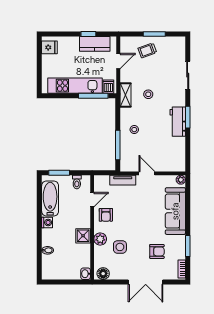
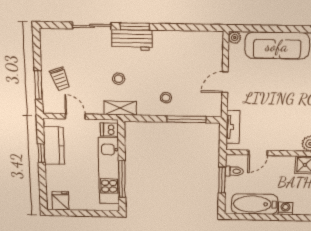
window: (154, 34) -> (38, 85), moved
window: (93, 96) -> (122, 179), moved
window: (188, 117) -> (135, 27), moved
workbench: (178, 122) -> (132, 40), moved
window: (59, 173) -> (222, 180), moved
tv unit: (123, 180) -> (233, 127), moved
door: (92, 200) -> (258, 153), swing flipped
armchair: (106, 215) -> (279, 136), removed

